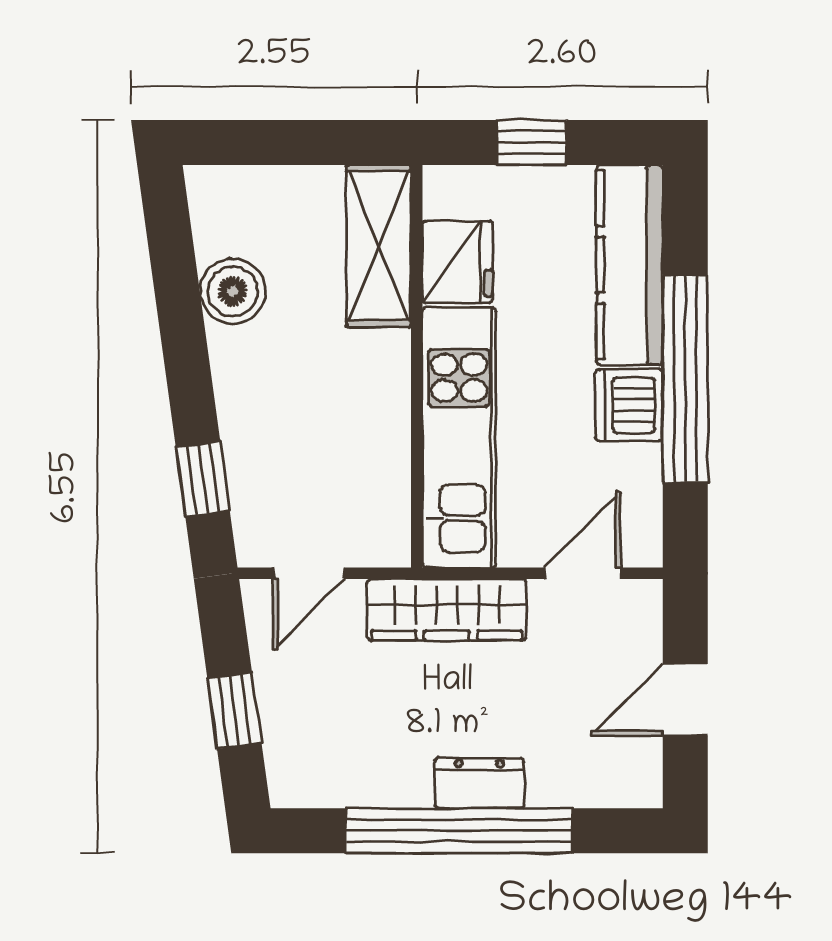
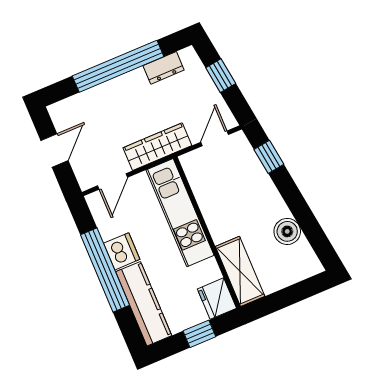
fridge: (458, 262) -> (217, 299), moved
dresser: (479, 783) -> (164, 68), moved

